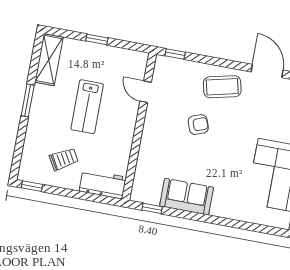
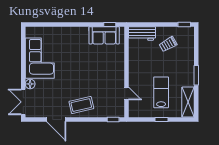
lab bench: (87, 107) -> (161, 92), moved
armchair: (198, 125) -> (91, 80), removed
sofa: (187, 197) -> (104, 35), moved

